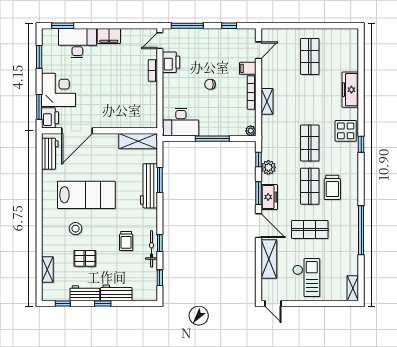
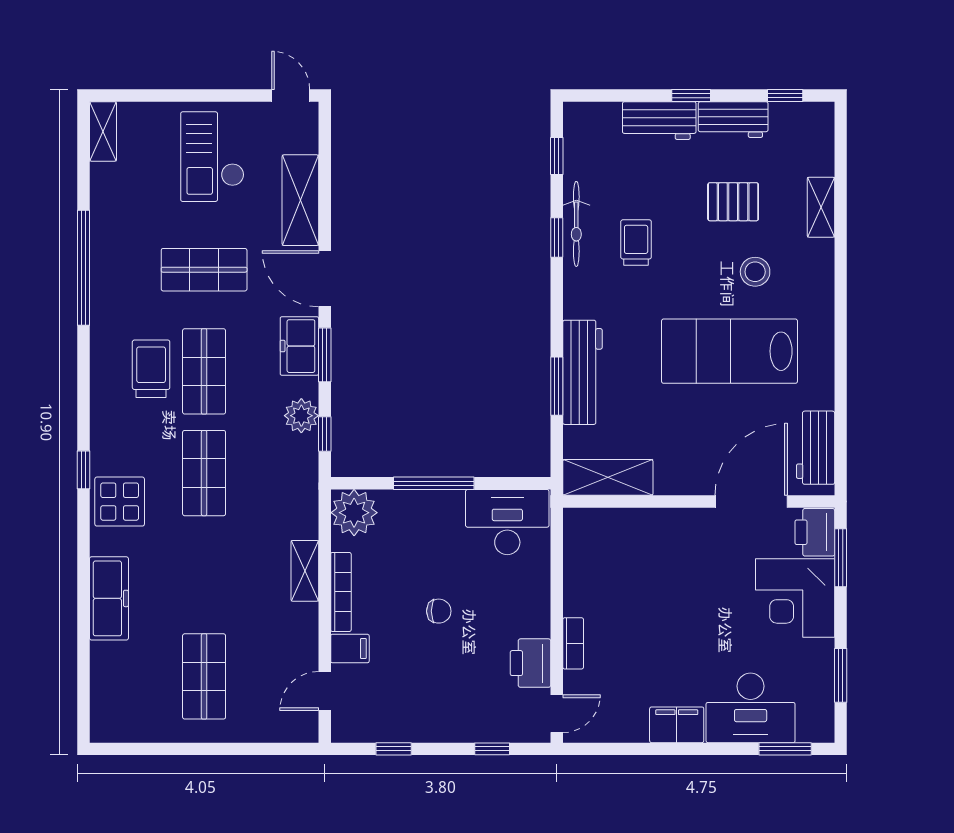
window: (187, 26) -> (492, 749), width x0.46
plant: (251, 131) -> (354, 513), width x1.87, depth x1.87
shelving: (47, 270) -> (821, 207), moved

